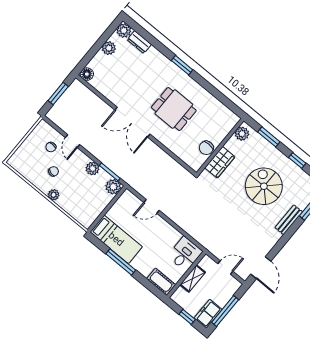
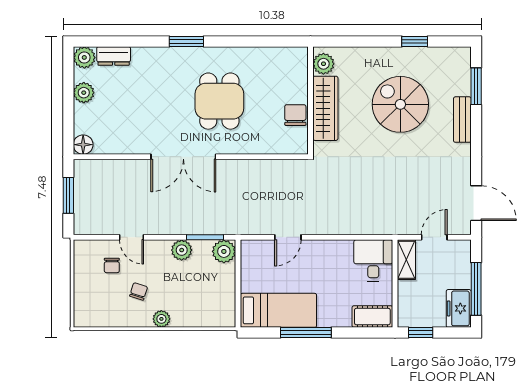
dining table: (174, 109) -> (219, 101), turned 90
window: (269, 137) -> (358, 41), removed
chair: (206, 148) -> (295, 115), turned 180
wardrobe: (220, 162) -> (325, 108), width x1.50
shelving: (193, 278) -> (406, 260), moved
window: (187, 317) -> (421, 333), moved

